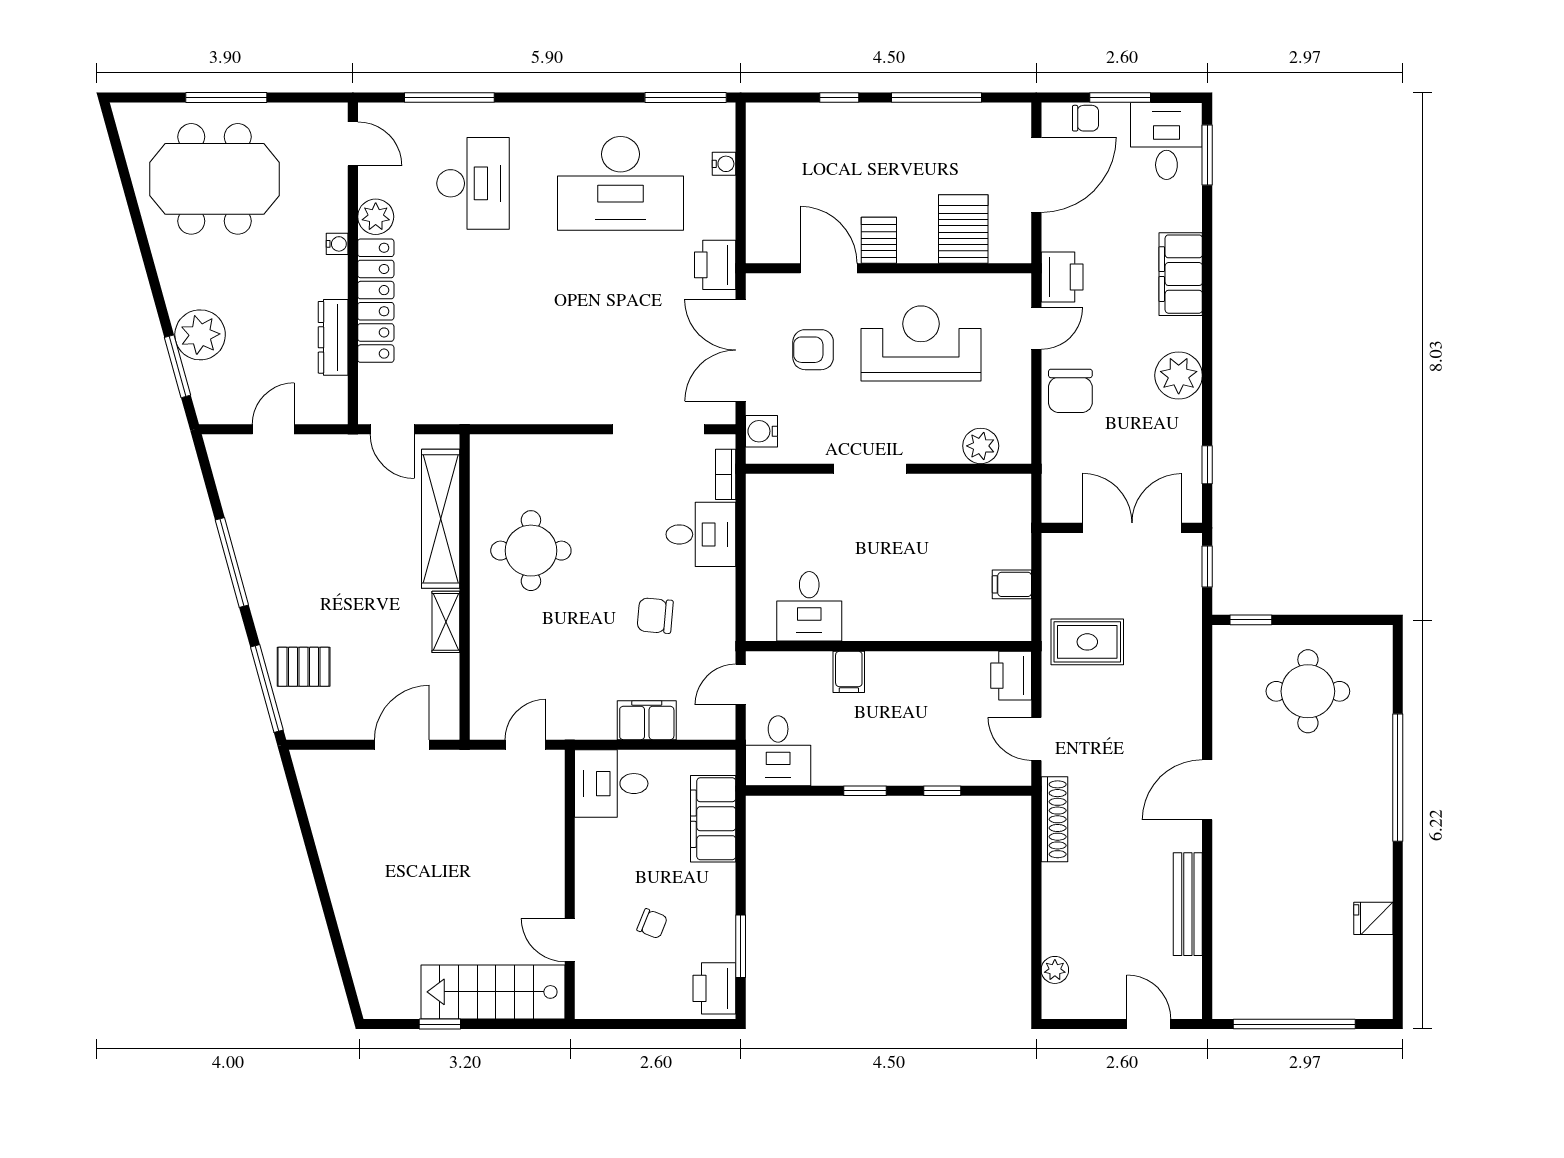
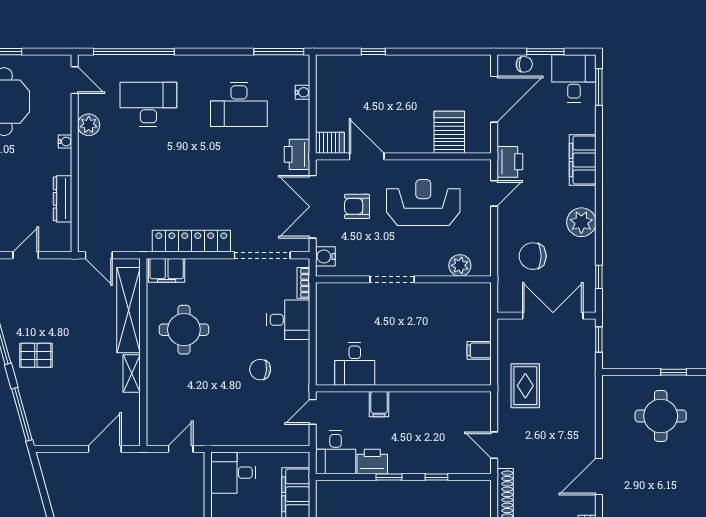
window: (449, 97) -> (134, 52), width x1.46
window: (936, 97) -> (433, 52), removed
desk: (473, 183) -> (148, 104), turned -90
desk: (621, 183) -> (239, 104), width x0.73, depth x0.77
server rack: (879, 240) -> (330, 143), moved, turned 90
locker: (376, 301) -> (191, 241), moved, turned -90
chair: (1070, 391) -> (533, 256), moved, turned 90
window: (1251, 620) -> (674, 372), moved
rug: (1087, 642) -> (525, 386), turned 90
pallet: (304, 667) -> (36, 355), moved
printer: (1011, 676) -> (372, 462), moved, turned 90
filing cabinet: (647, 720) -> (167, 270), moved, turned 180

